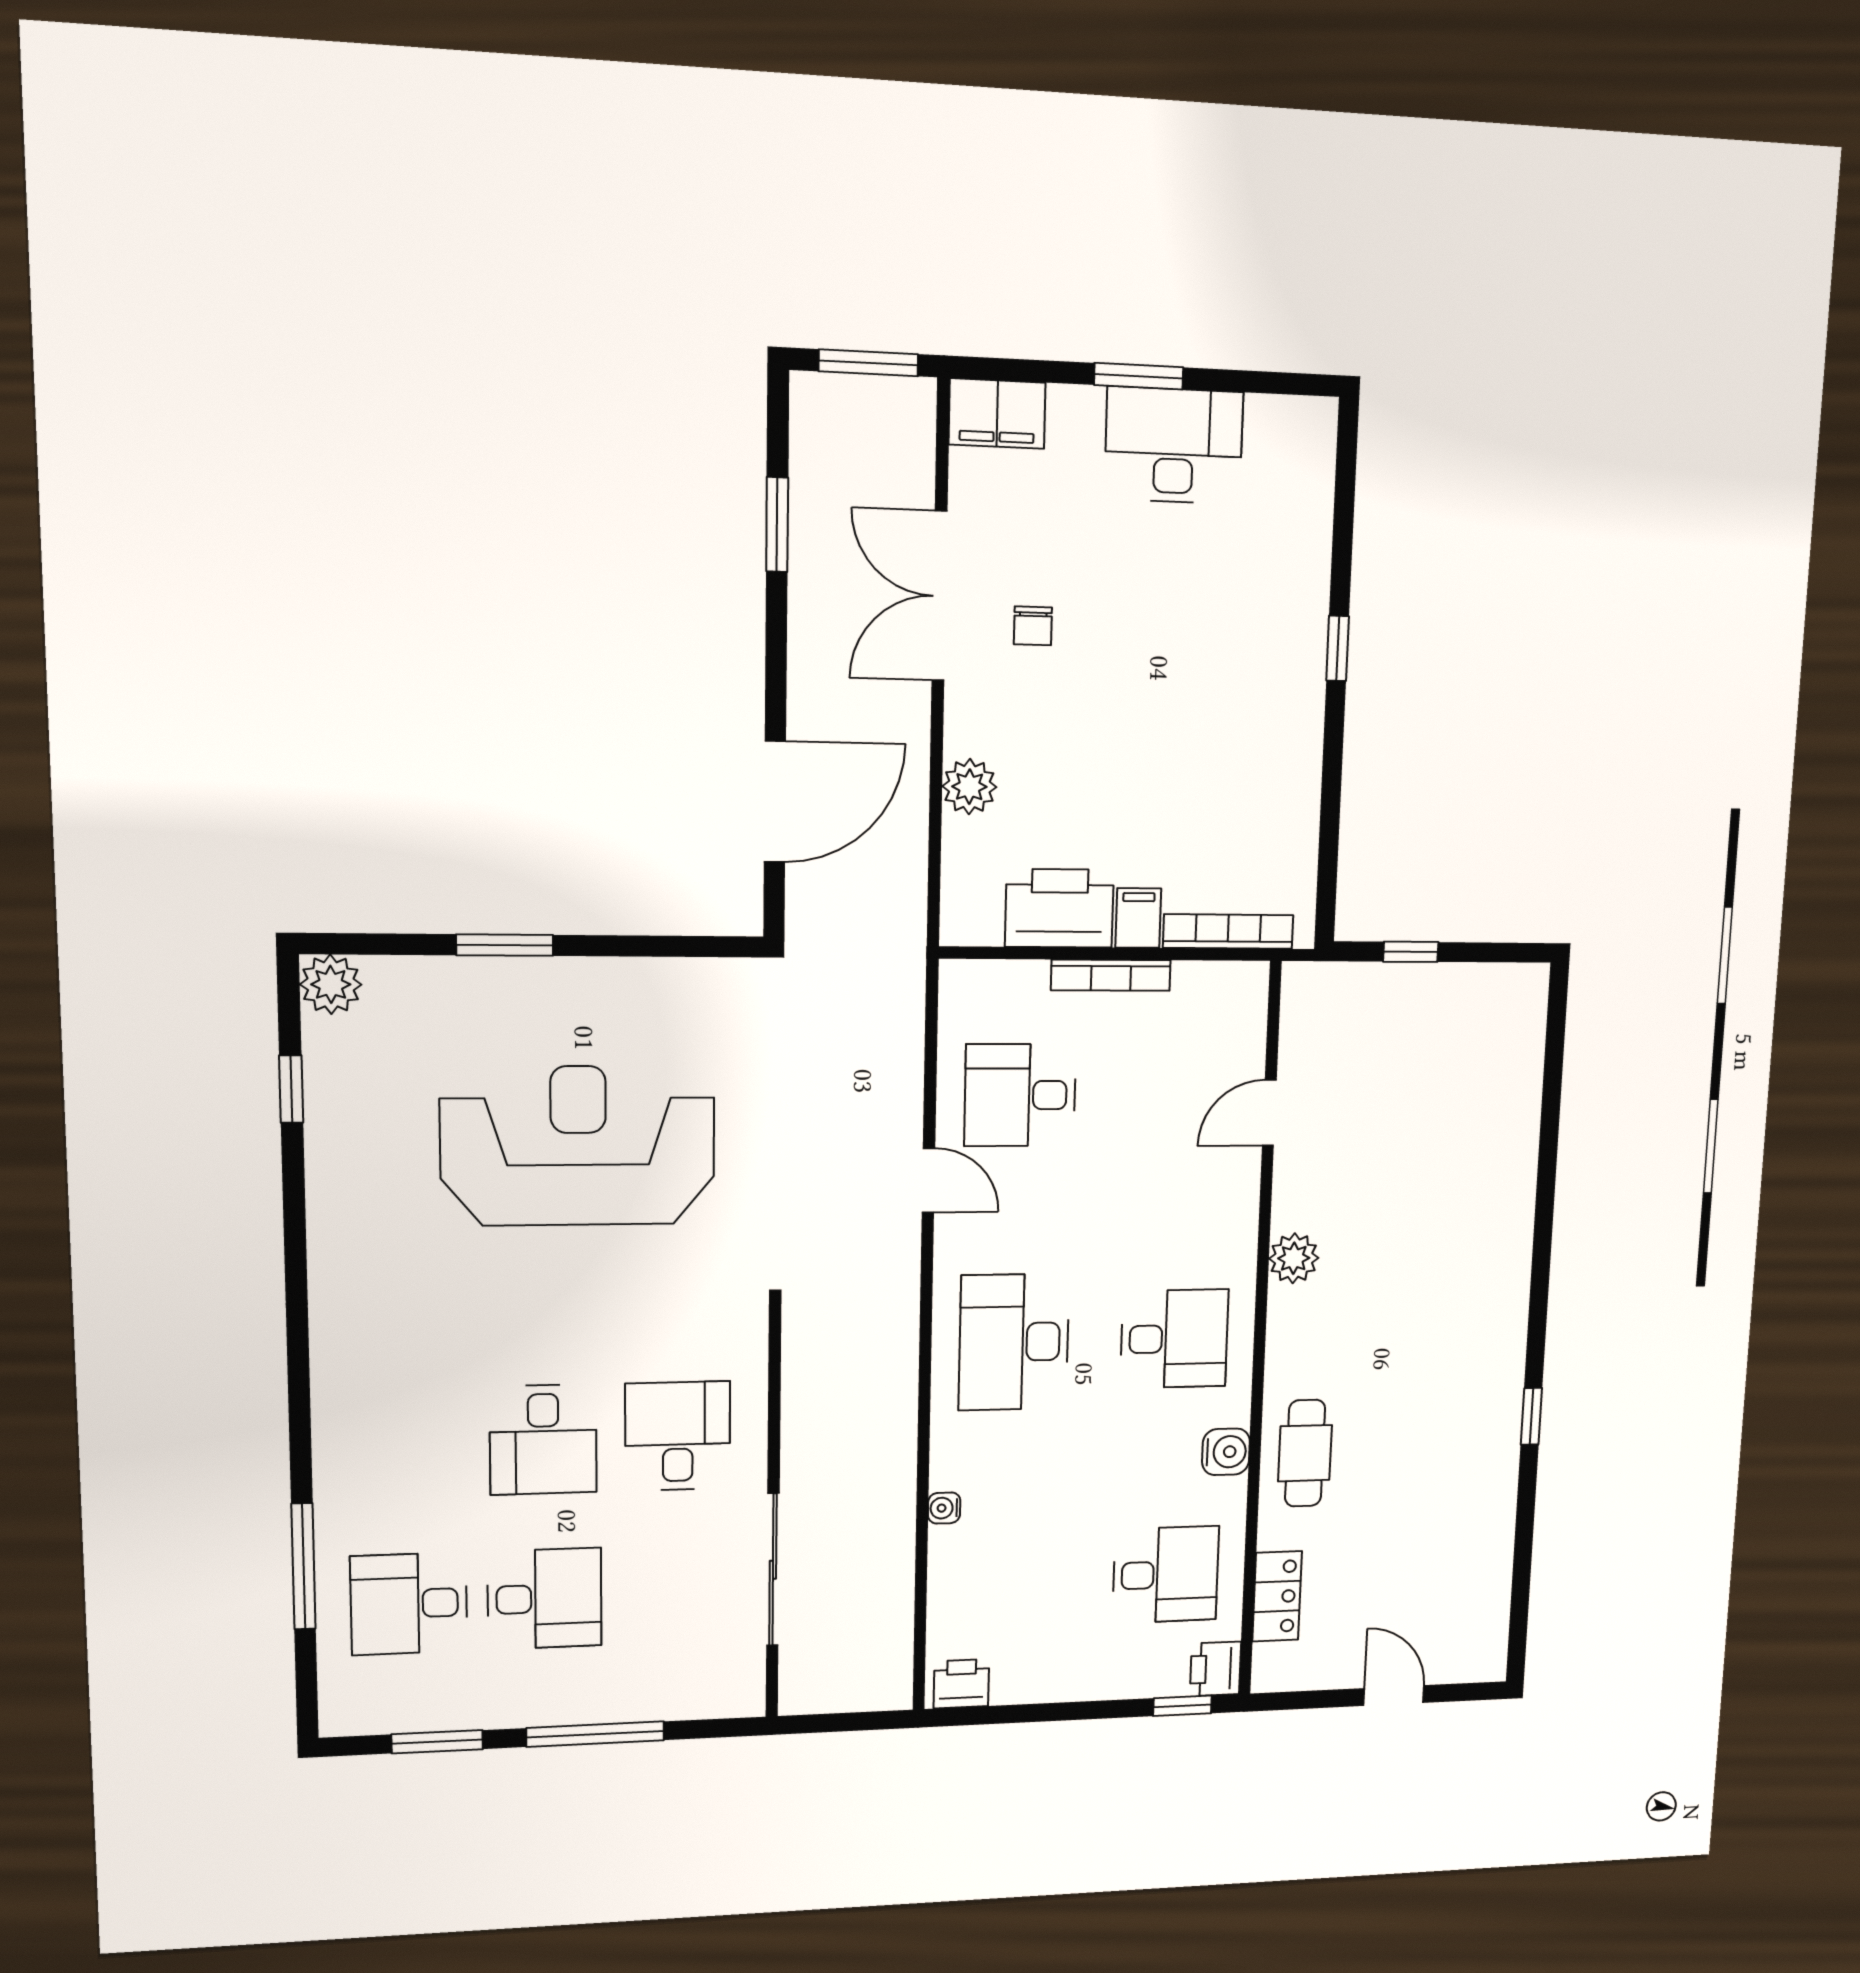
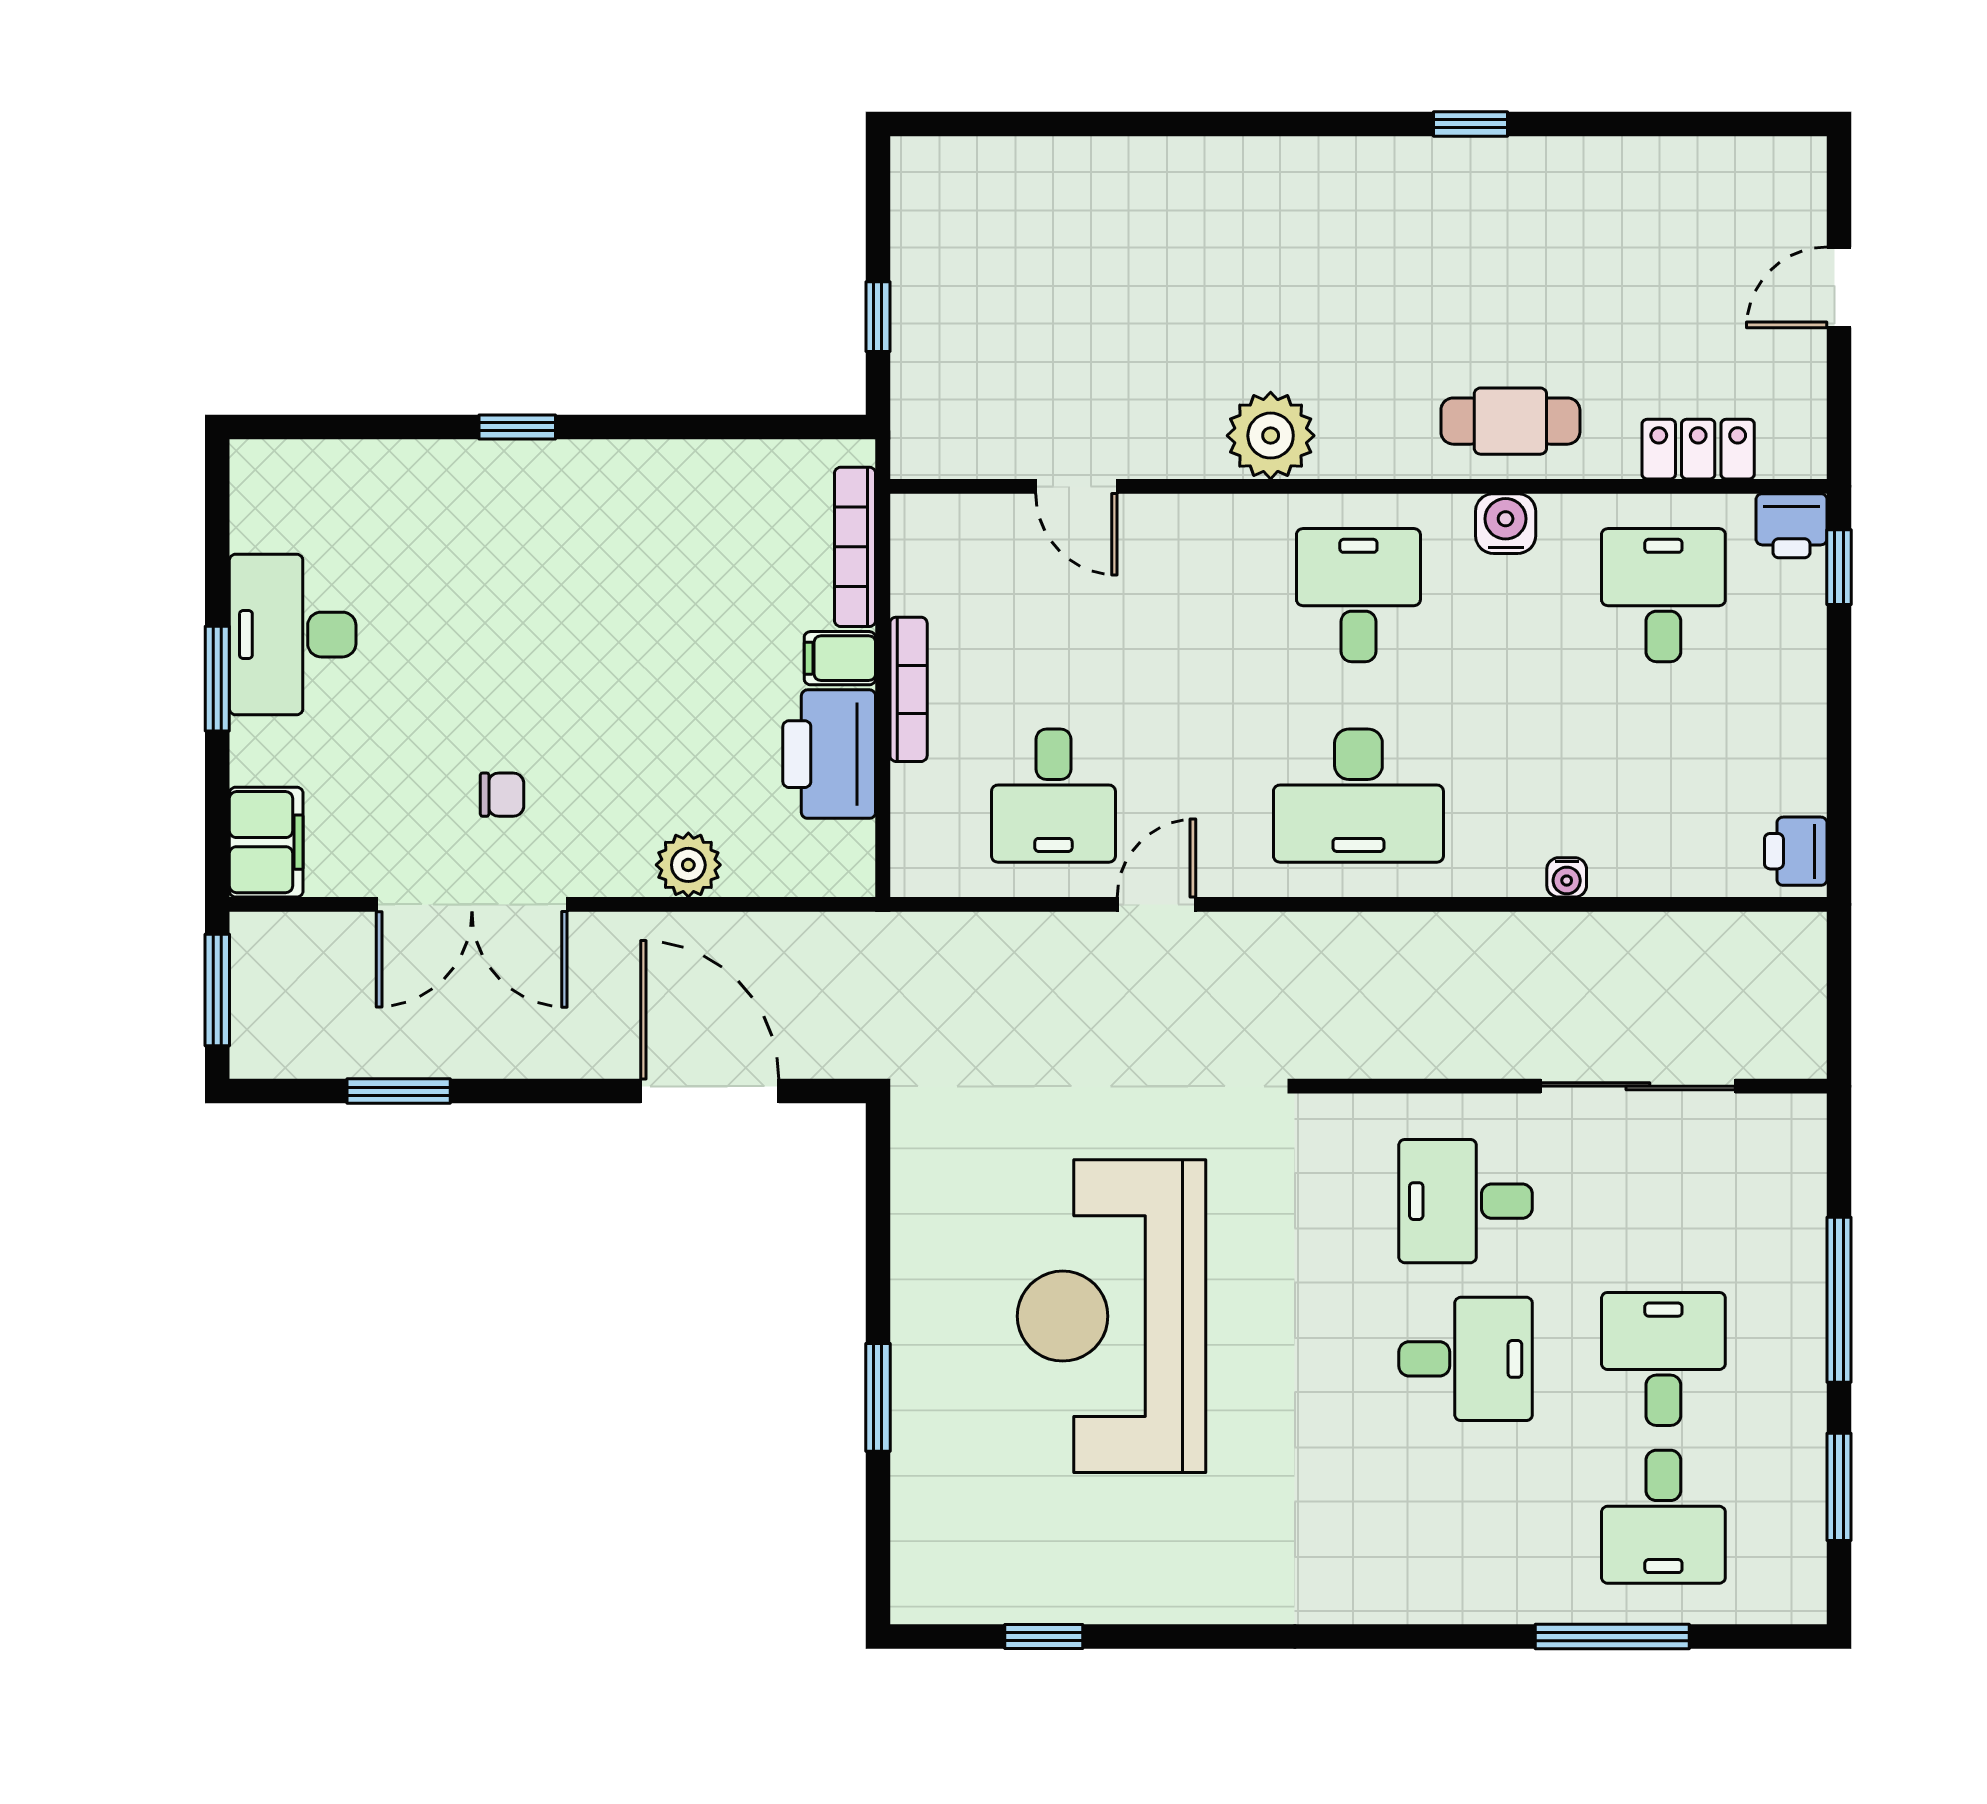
plant: (331, 984) -> (924, 1590), removed
plant: (1294, 1258) -> (1271, 436), width x1.36, depth x1.36

